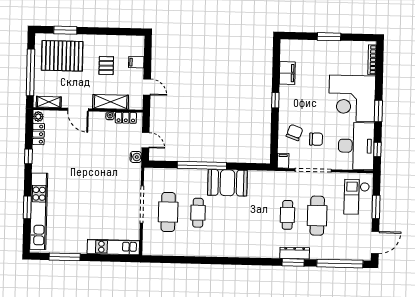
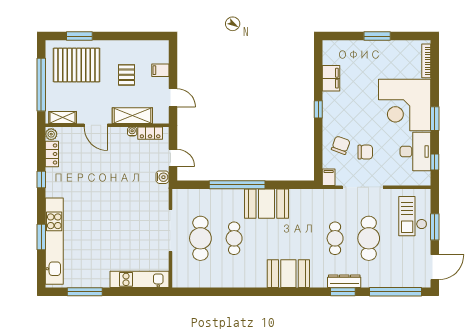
desk: (356, 146) -> (415, 152), width x0.73, depth x0.77
booth: (245, 245) -> (288, 274), added

